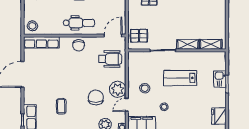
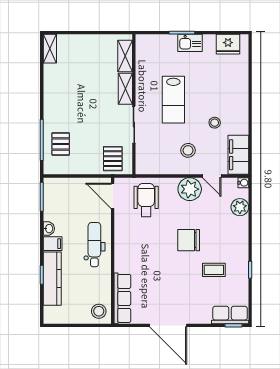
chair: (79, 45) -> (127, 245), removed
kitchen sink: (220, 79) -> (190, 43), moved
chair: (96, 97) -> (189, 240), moved

